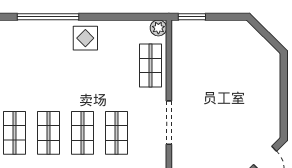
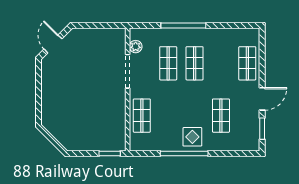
window: (48, 17) -> (184, 153), moved
plant: (158, 28) -> (136, 47), moved
shop shelf: (49, 133) -> (221, 116), moved

